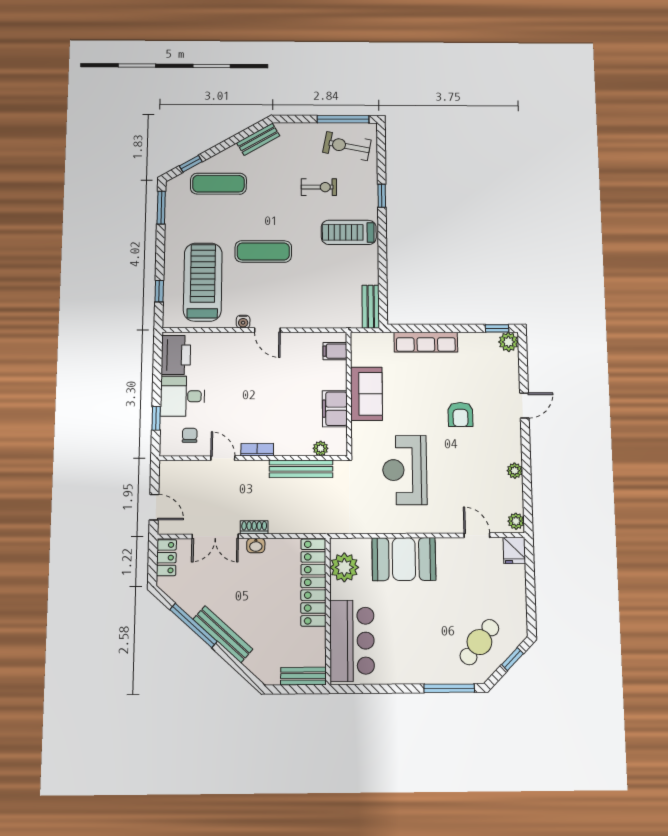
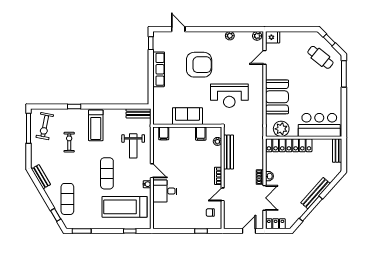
weight bench: (312, 297) -> (133, 146), added
door: (267, 330) -> (152, 171), hinge flipped
row of seats: (426, 342) -> (159, 69), moved
plant: (508, 342) -> (158, 37), removed
printer: (176, 355) -> (166, 221), removed
desk: (183, 396) -> (165, 191), moved, turned 90
door: (524, 405) -> (178, 29), moved
filing cabinet: (335, 409) -> (201, 134), width x0.50
armchair: (460, 415) -> (199, 65), width x1.88, depth x1.88

